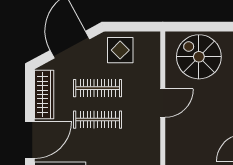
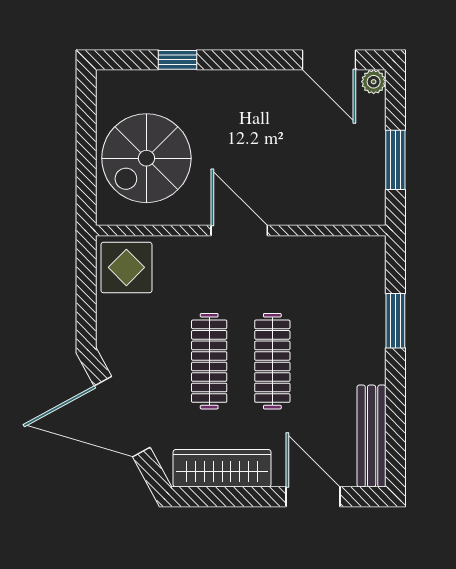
display table: (120, 50) -> (126, 267), moved
door: (30, 140) -> (313, 497), width x0.73

